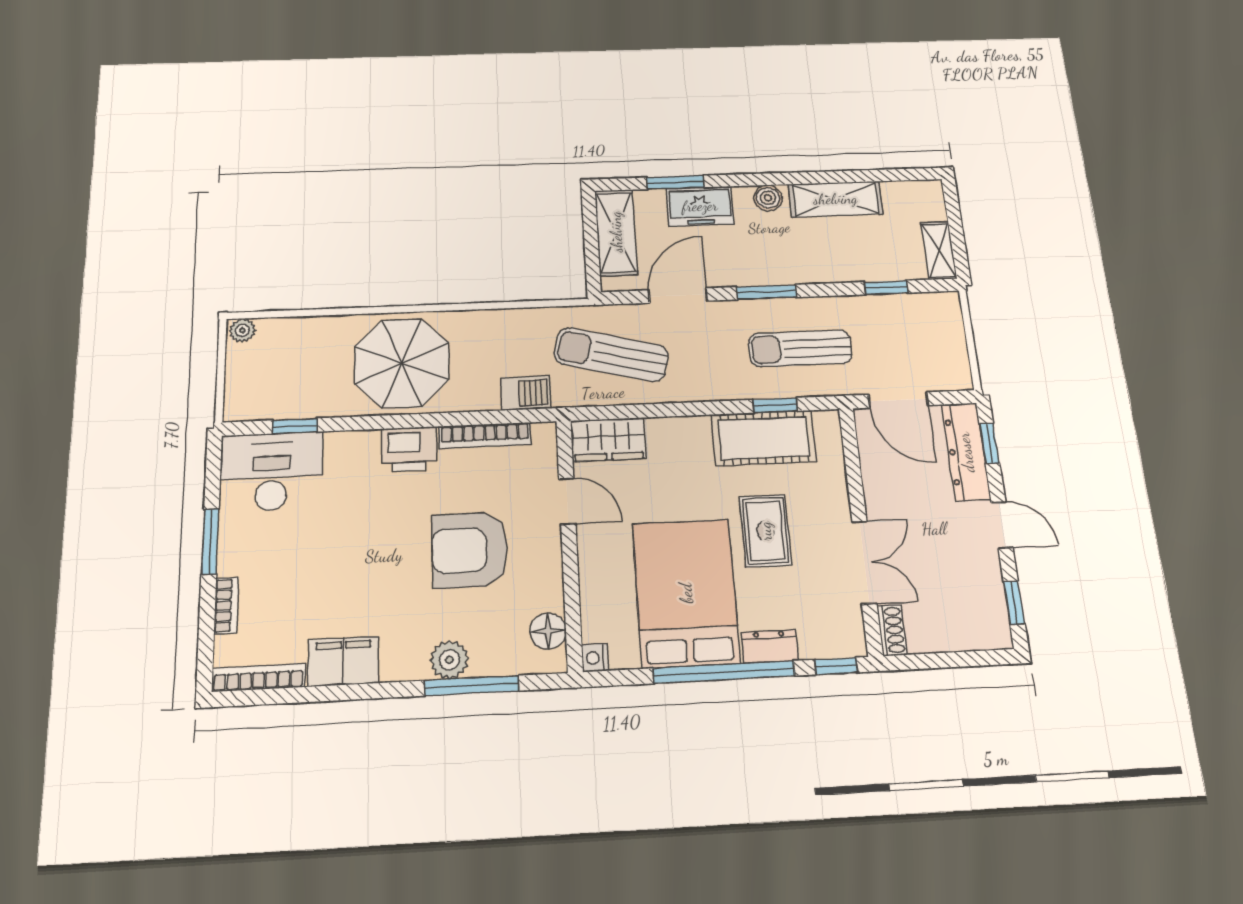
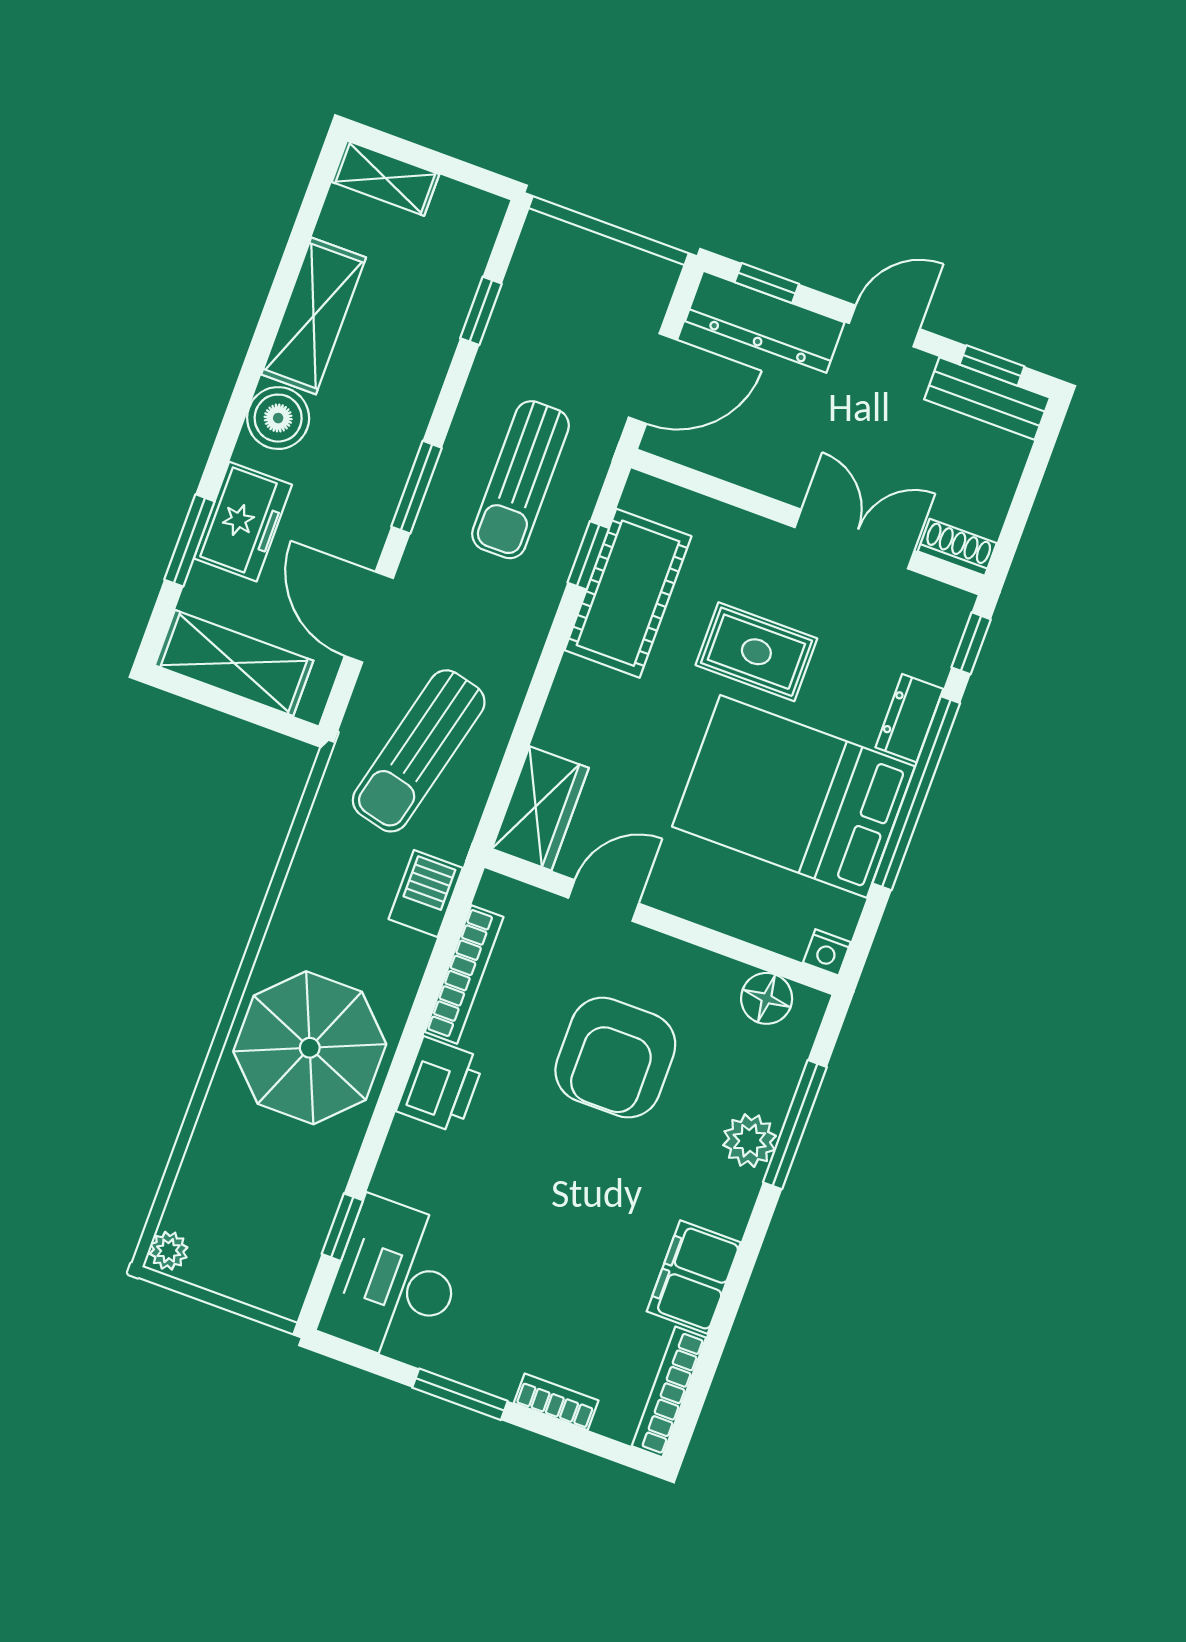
boiler: (768, 198) -> (278, 418), width x1.36, depth x1.36
shelving: (939, 250) -> (385, 178), moved
bench: (993, 609) -> (987, 399), added

